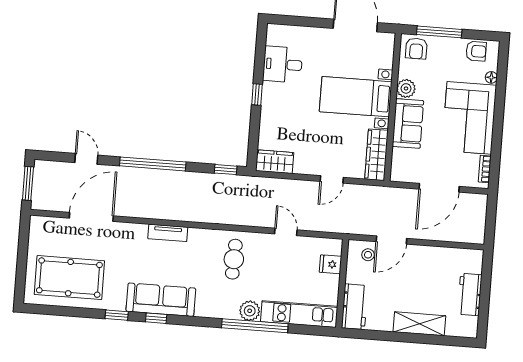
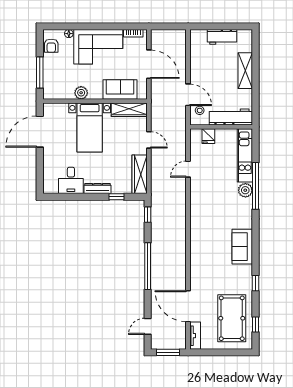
armchair: (416, 49) -> (53, 88), removed
armchair: (476, 51) -> (51, 46), turned 180
window: (257, 94) -> (116, 197), moved
dresser: (268, 101) -> (97, 188), added
sofa: (408, 123) -> (120, 90), moved
door: (86, 159) -> (148, 326), moved
wardrobe: (275, 162) -> (140, 174), width x1.50
tv unit: (168, 233) -> (195, 336), moved
cafe table: (234, 259) -> (210, 204), removed
sofa: (161, 300) -> (242, 247), width x0.73
workbench: (355, 307) -> (231, 117), width x1.38
window: (156, 318) -> (255, 325), moved

